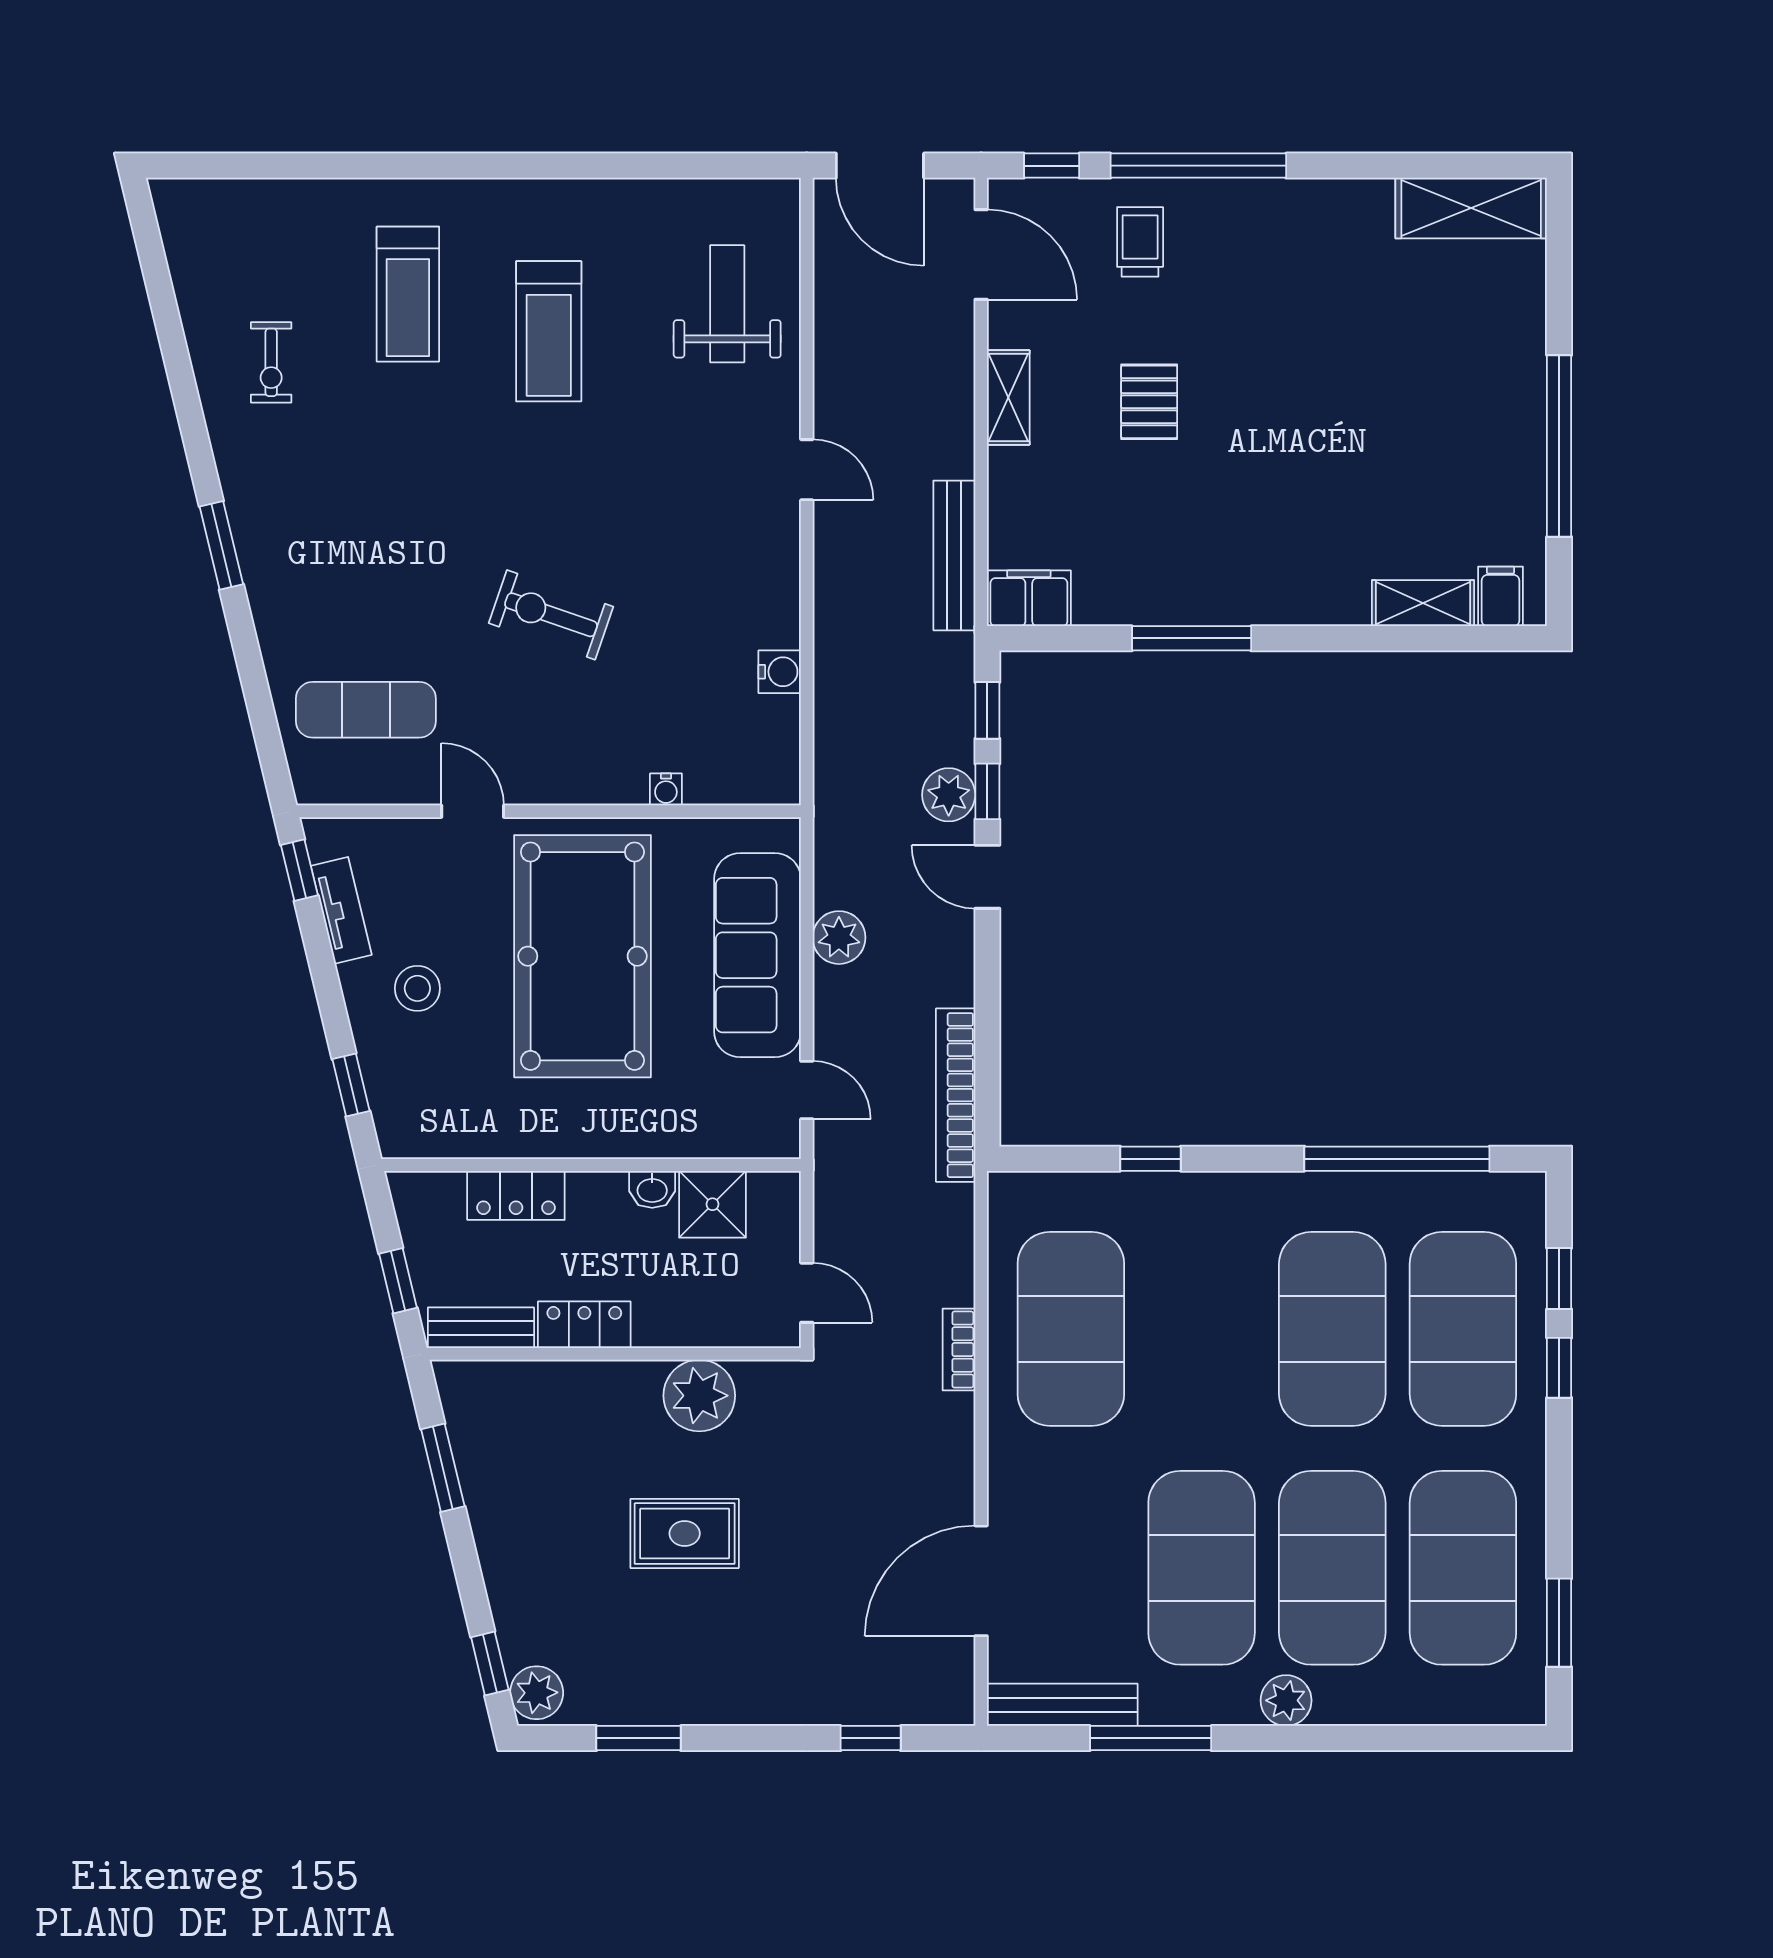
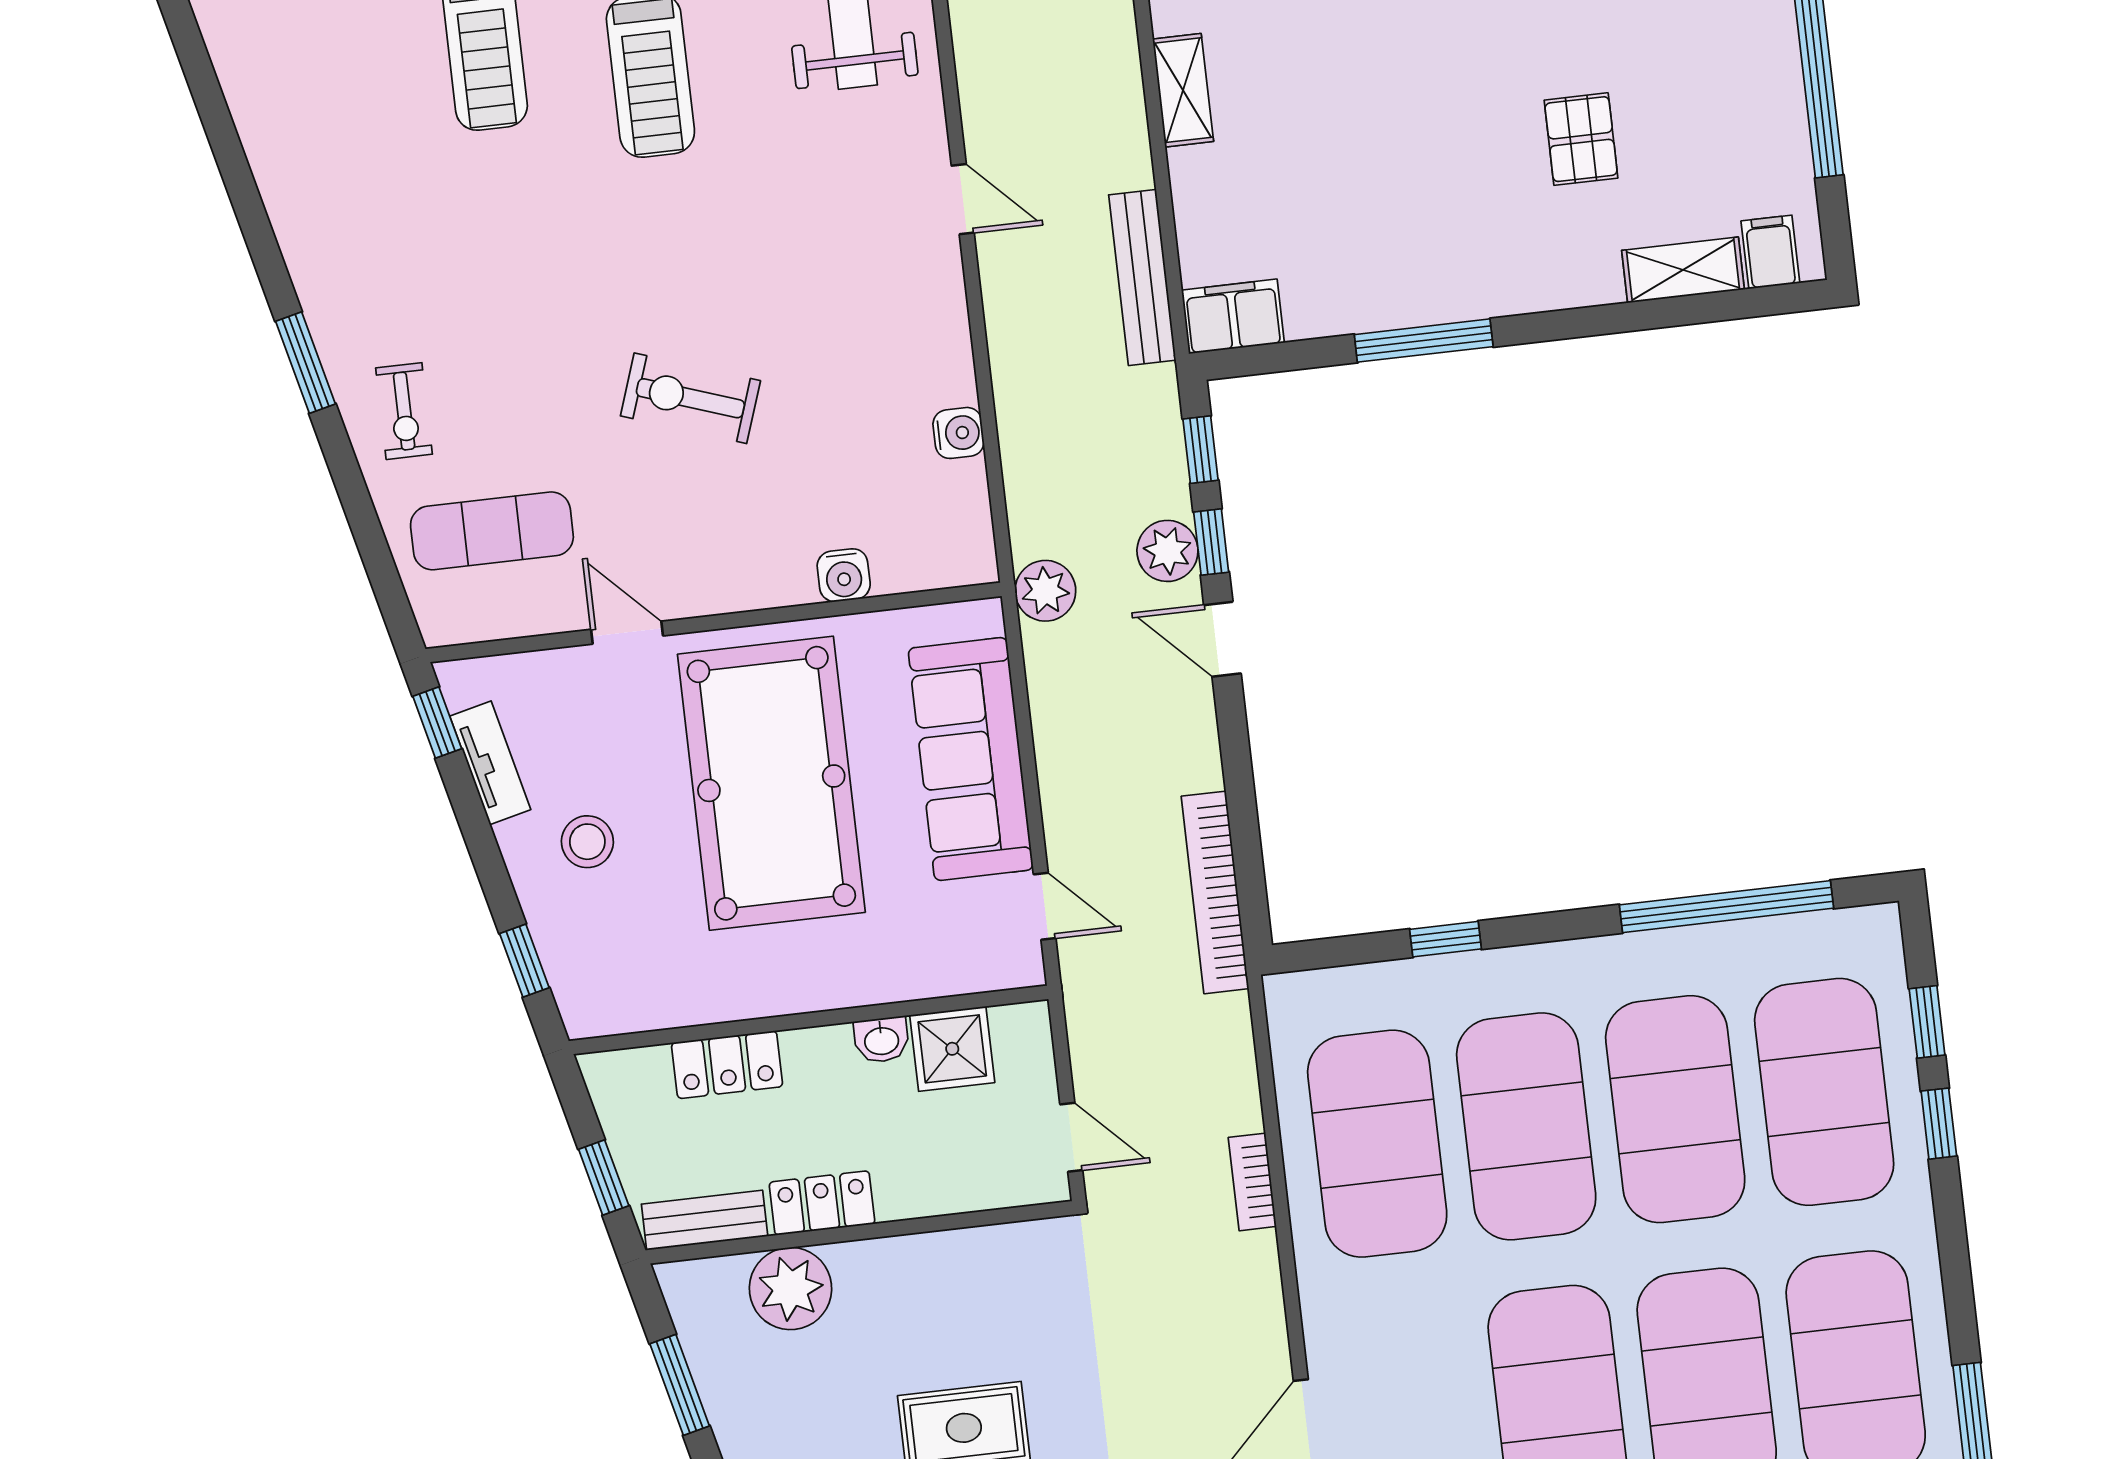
exercise bike: (271, 362) -> (404, 411), moved
pallet: (1149, 402) -> (1581, 139), moved
water cooler: (666, 789) -> (844, 575), width x1.38, depth x1.38
plant: (839, 938) -> (1045, 591), moved
exercise mat: (1202, 1329) -> (1526, 1126), added
plant: (699, 1396) -> (790, 1289), moved

